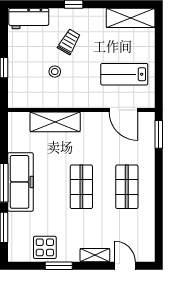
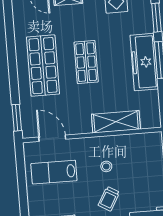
stool: (55, 72) -> (106, 166), moved
lab bench: (124, 74) -> (54, 172), turned 180
shop shelf: (127, 187) -> (43, 66), width x1.43, depth x1.36

